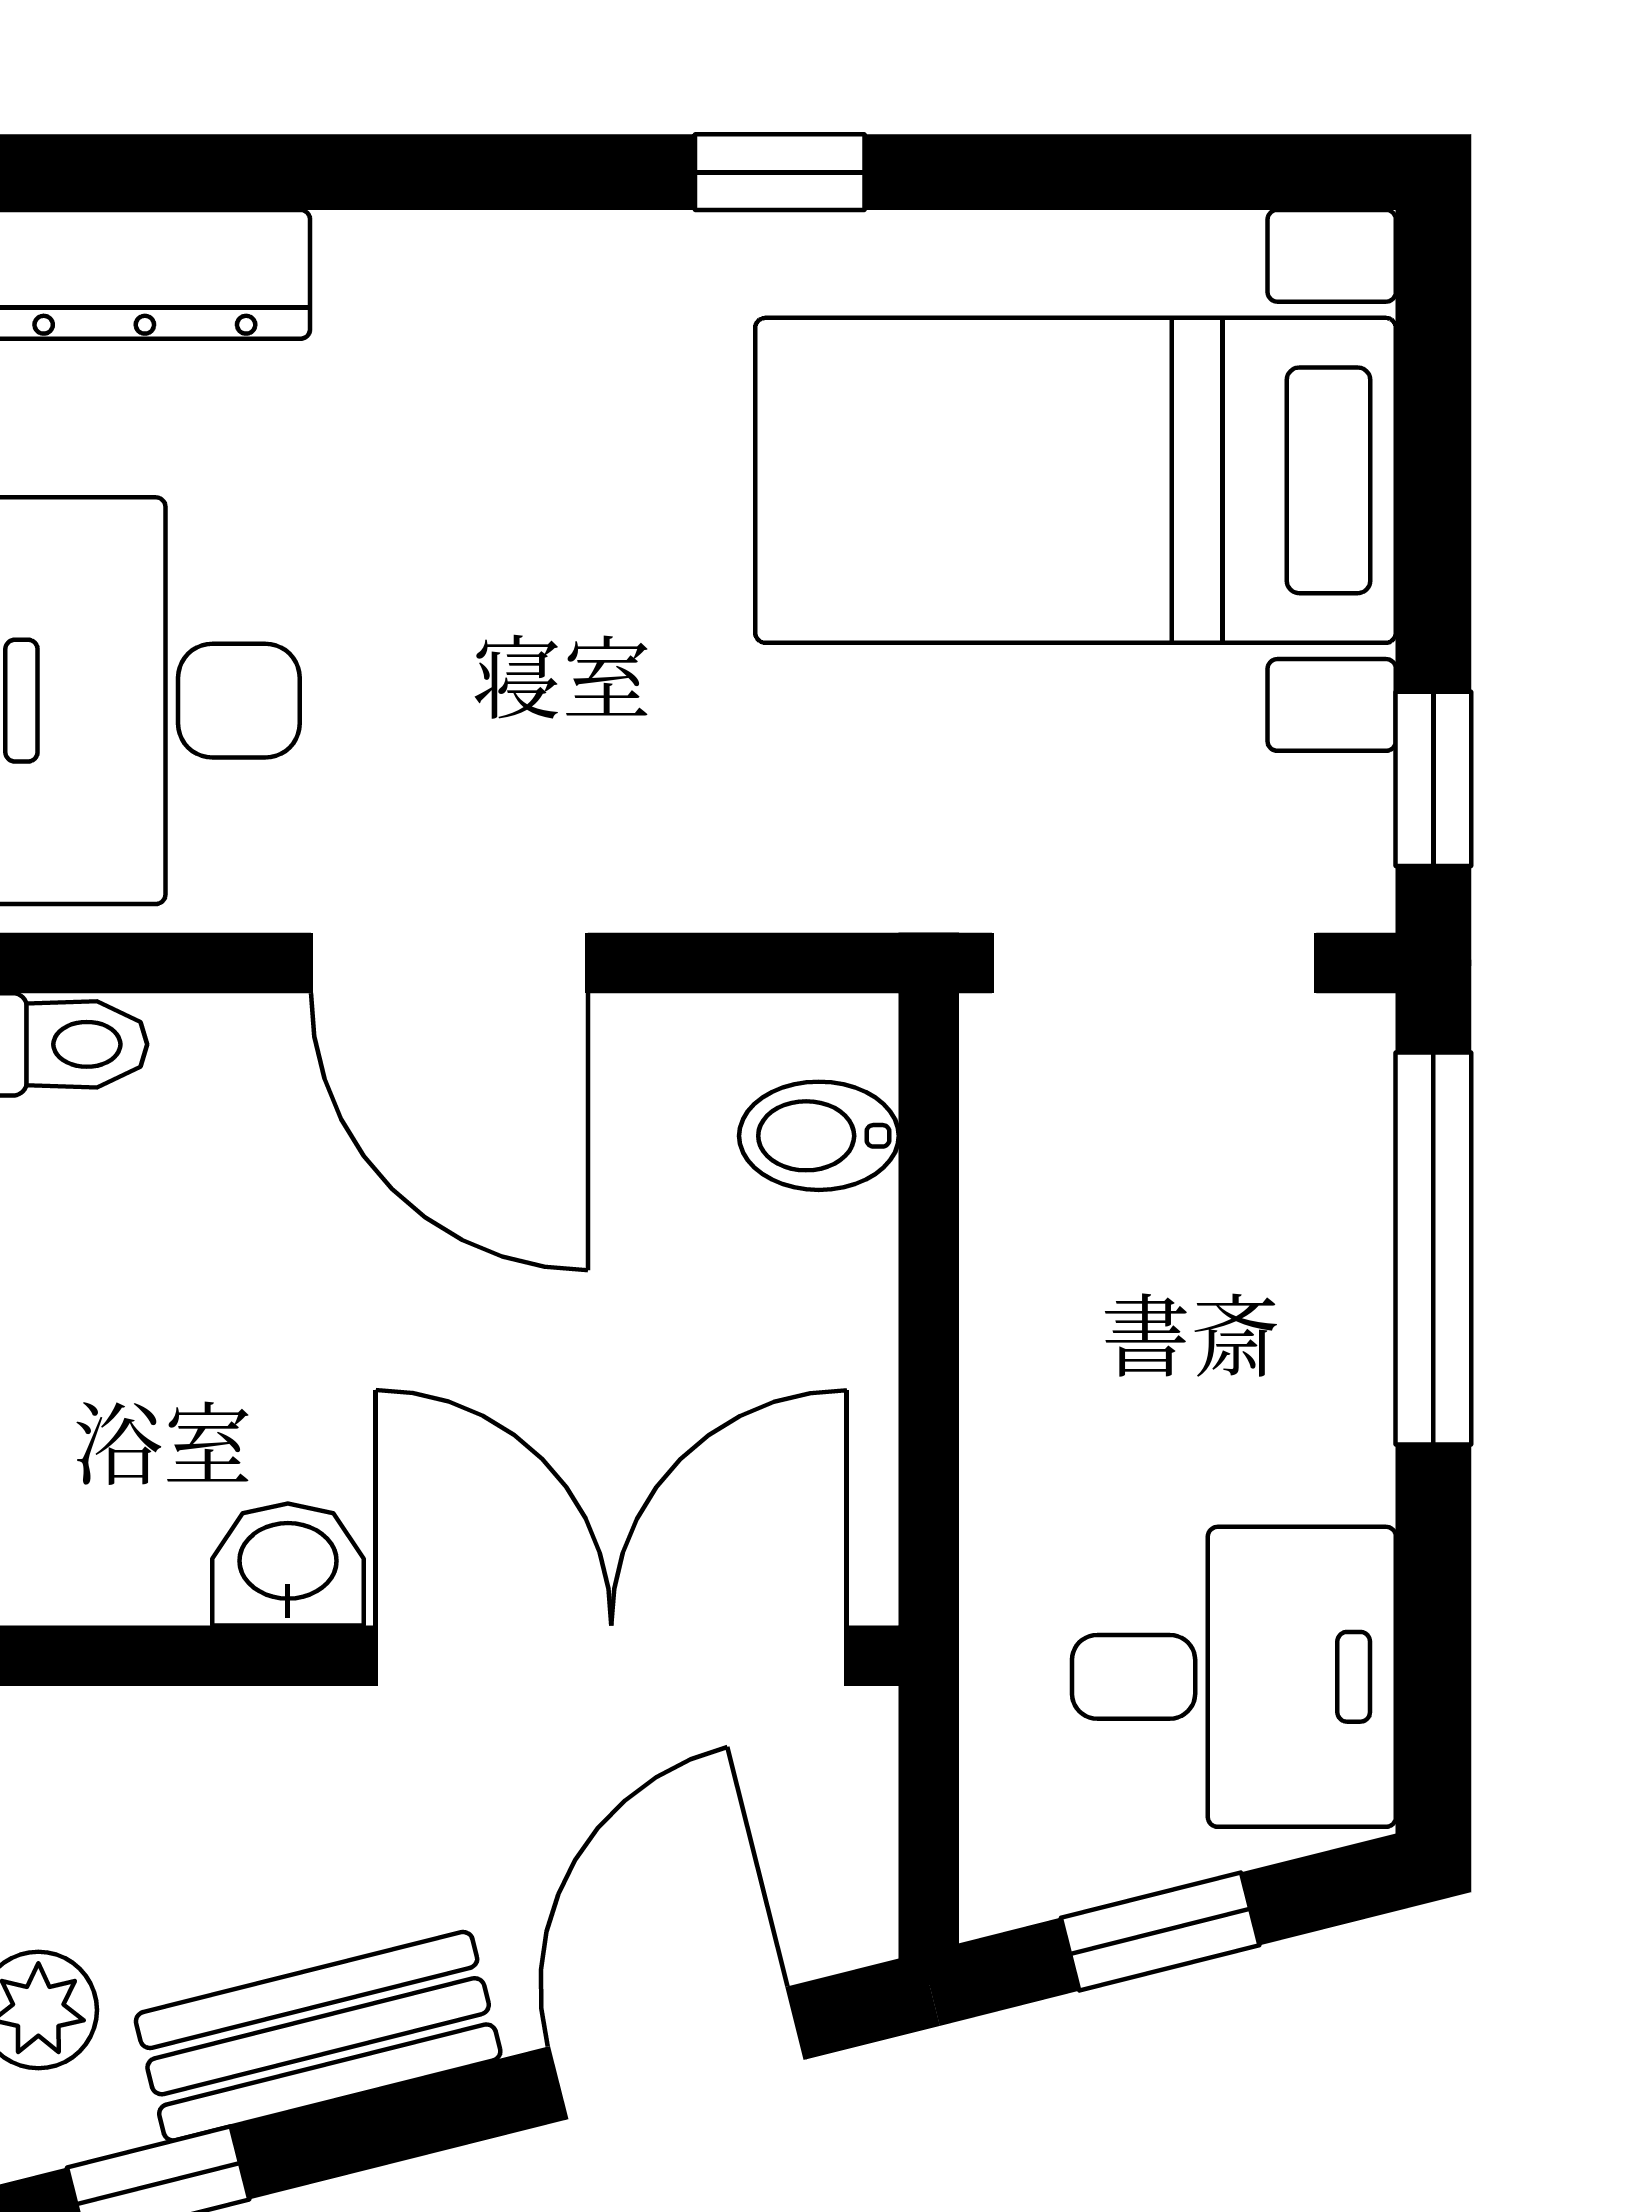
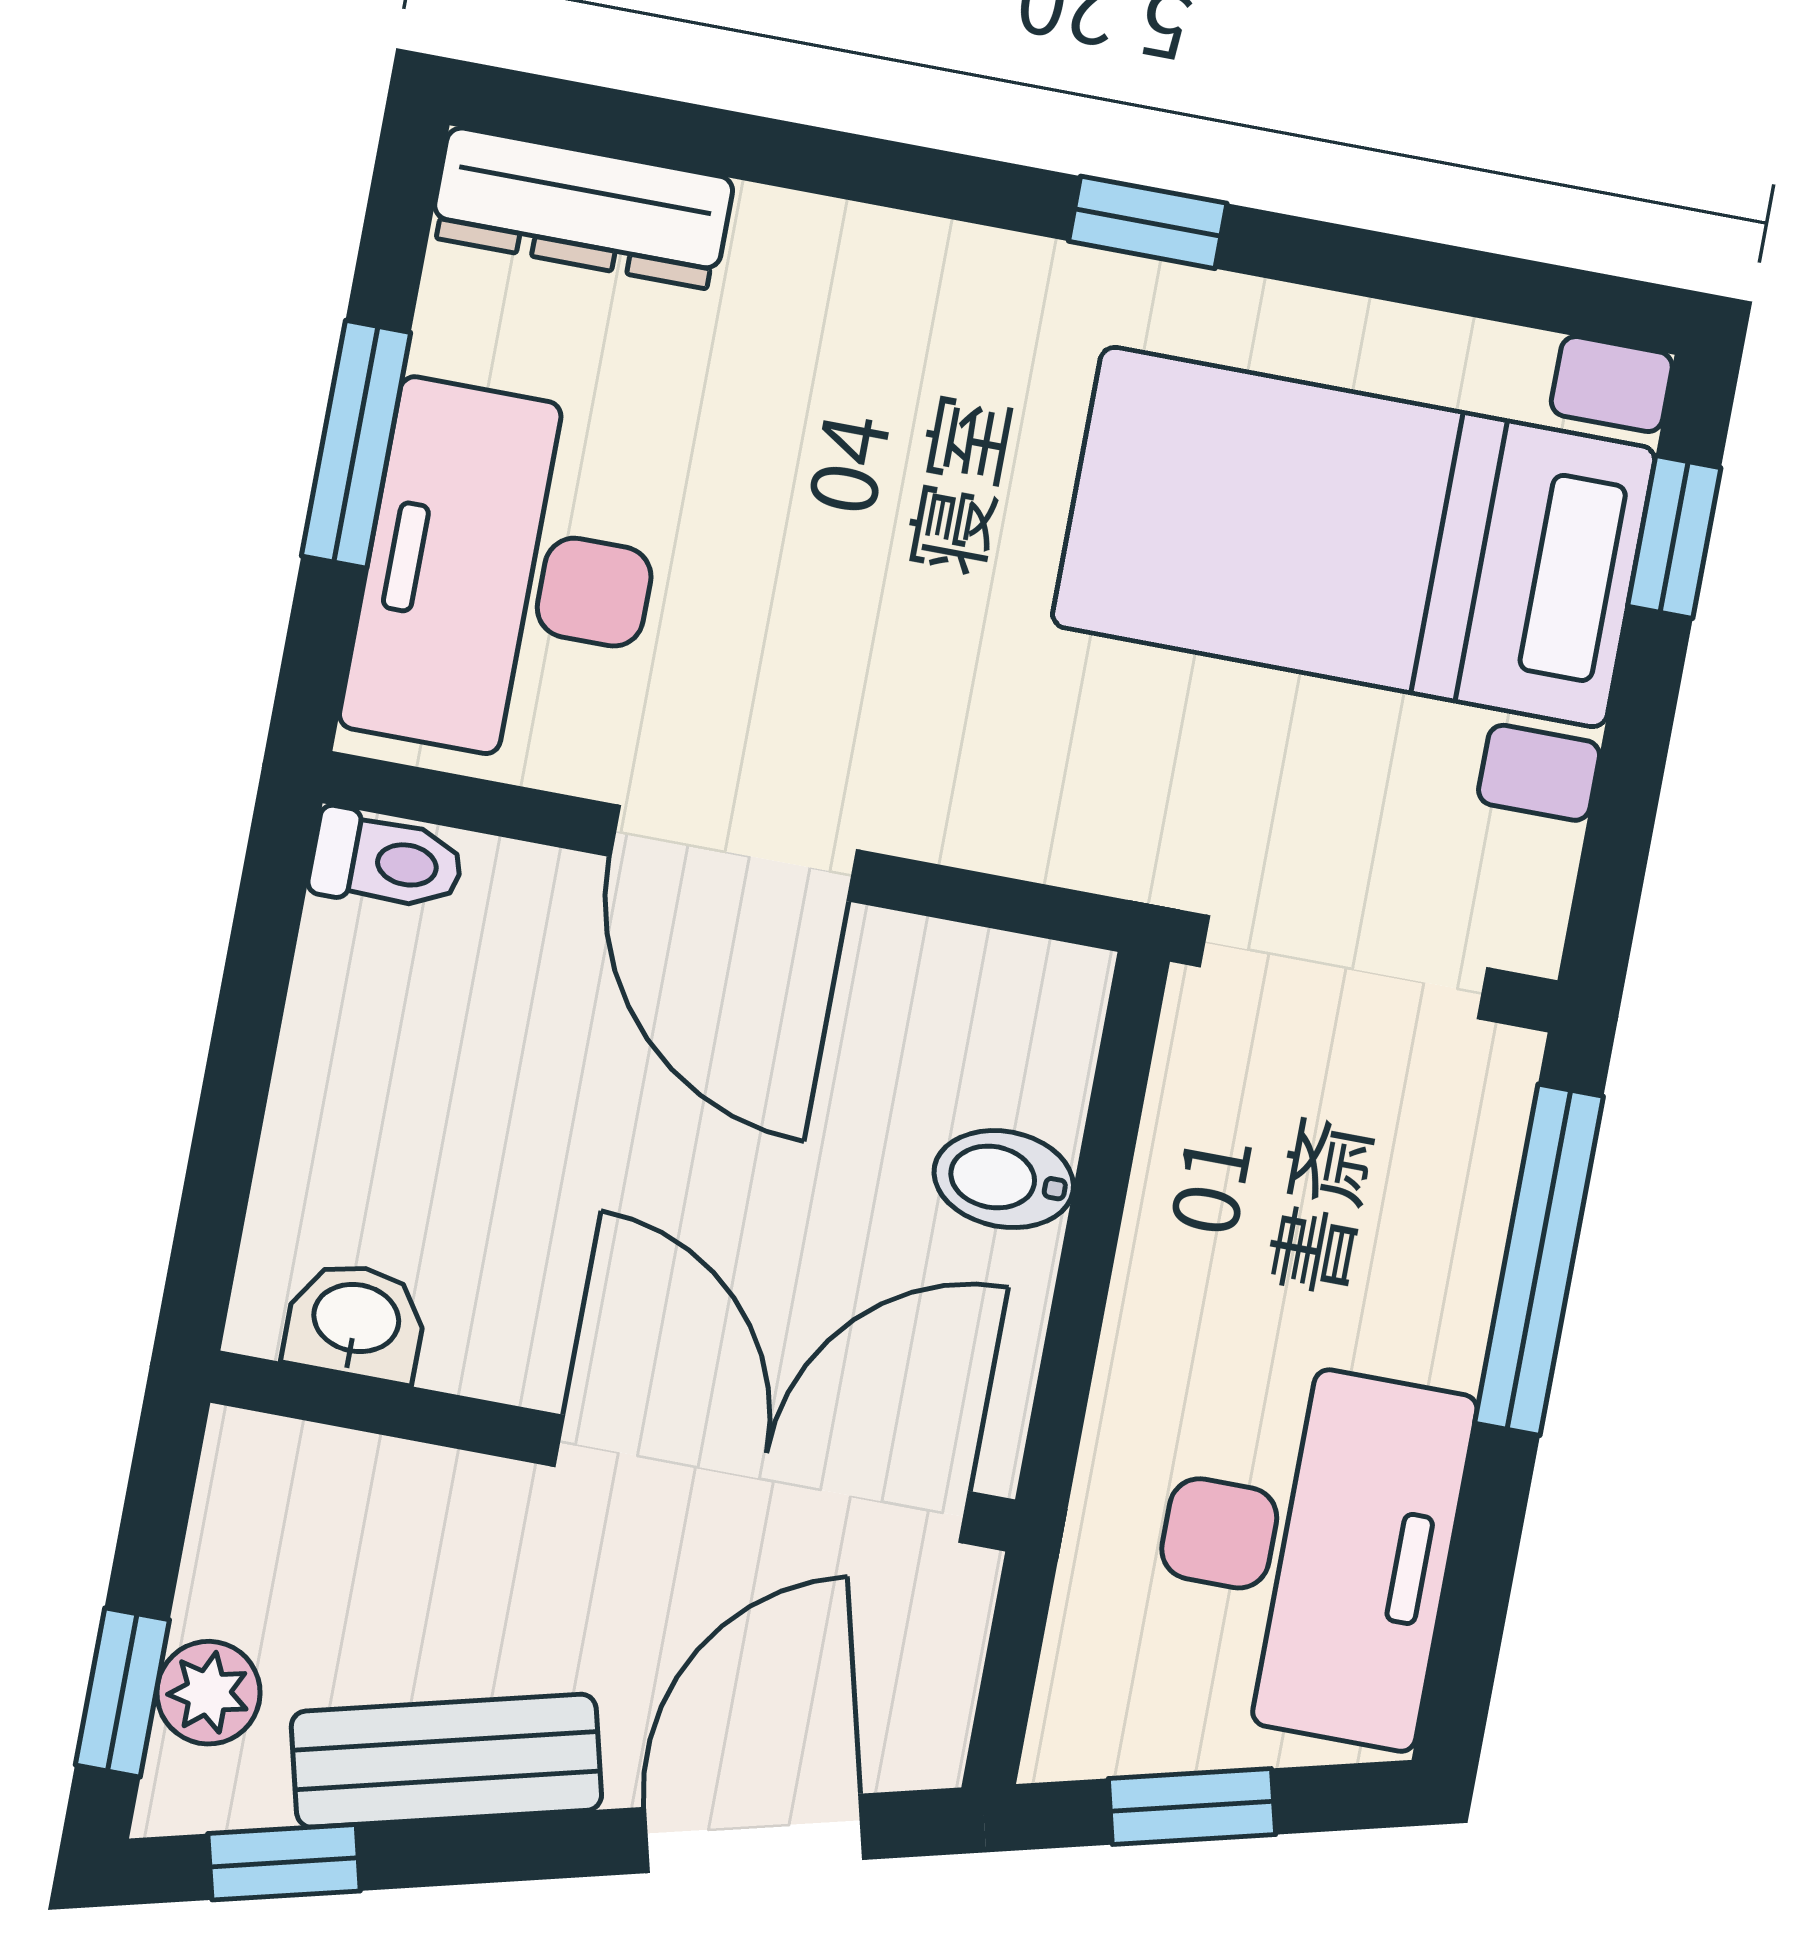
window: (1433, 779) -> (1674, 537), moved
bidet: (819, 1136) -> (1004, 1179), moved
washbasin: (288, 1564) -> (356, 1321), moved
desk: (1234, 1677) -> (1306, 1550), width x1.37

